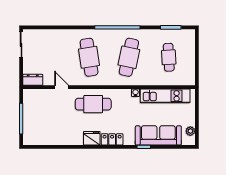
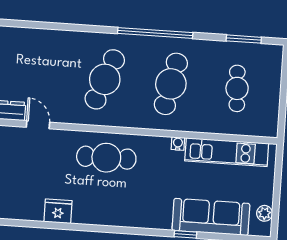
cafe table: (89, 57) -> (105, 79), turned 30
door: (62, 87) -> (38, 125), moved
fridge: (92, 138) -> (58, 211), moved
locker: (112, 139) -> (134, 218), removed

